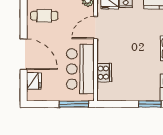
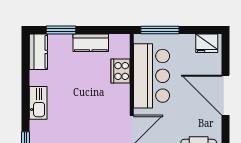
fridge: (34, 81) -> (207, 43), moved, turned -90
kitchen counter: (127, 94) -> (91, 43), added

